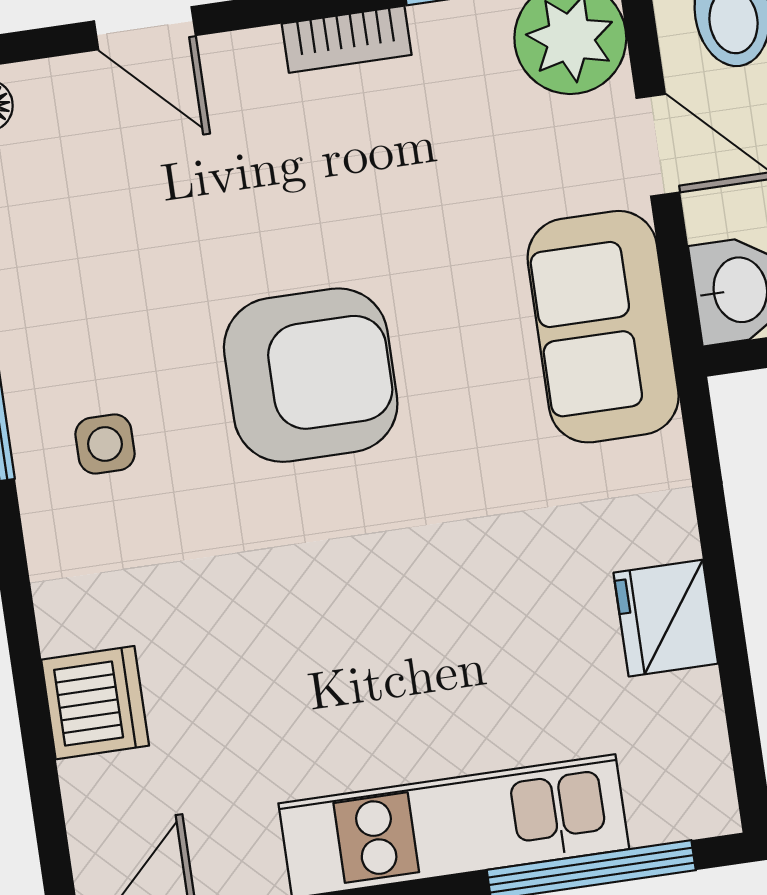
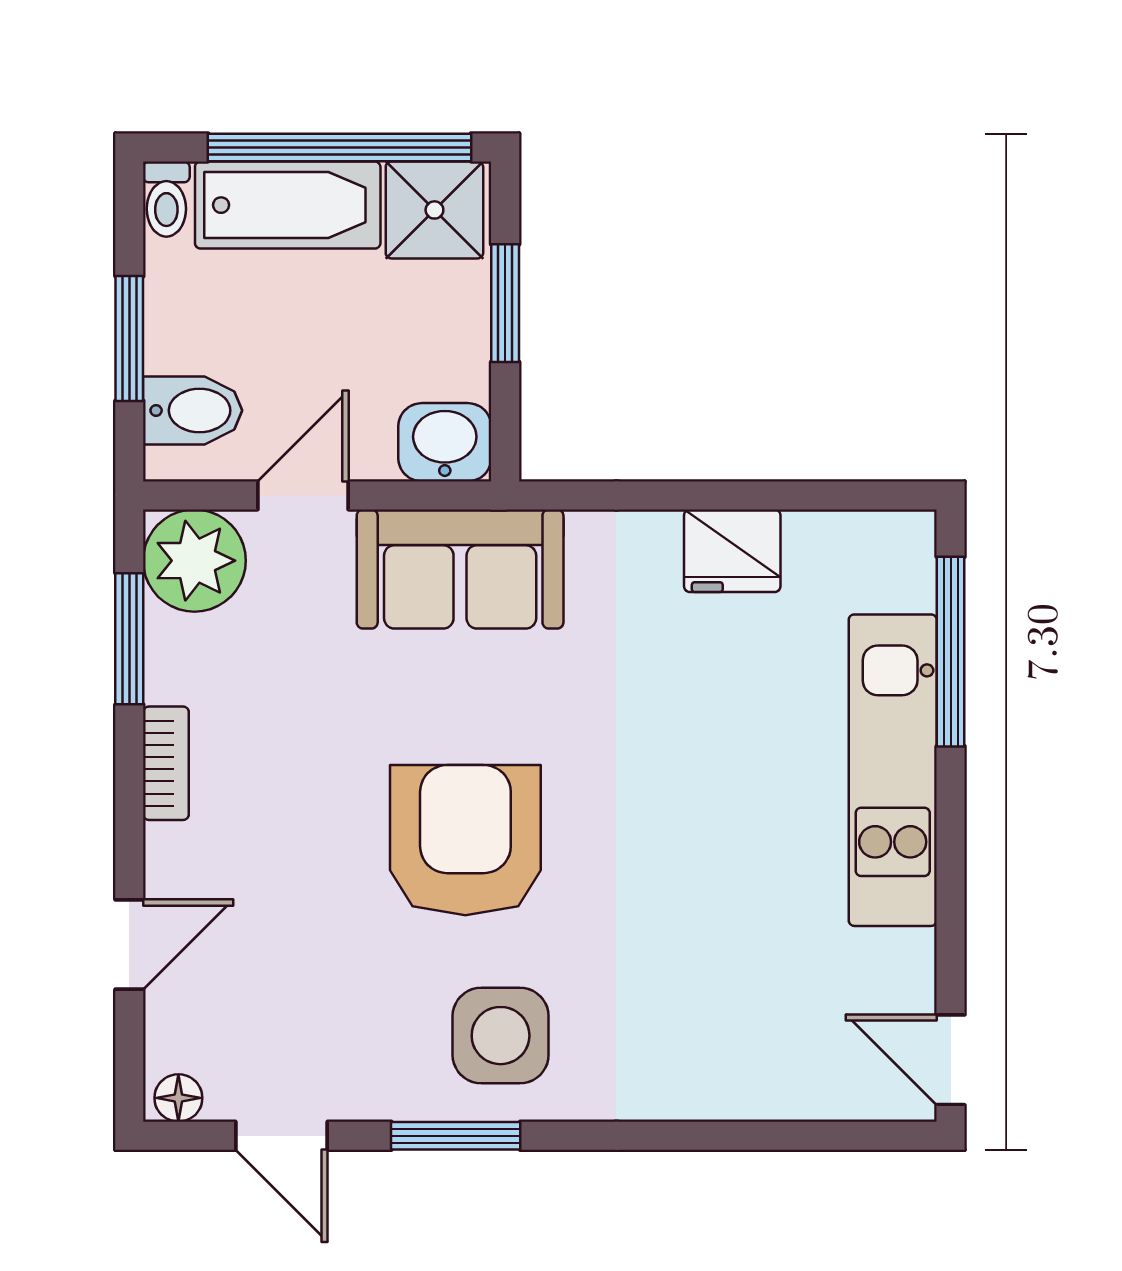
side table: (105, 444) -> (501, 1036), width x1.87, depth x1.87
dishwasher: (95, 703) -> (733, 1079), removed

